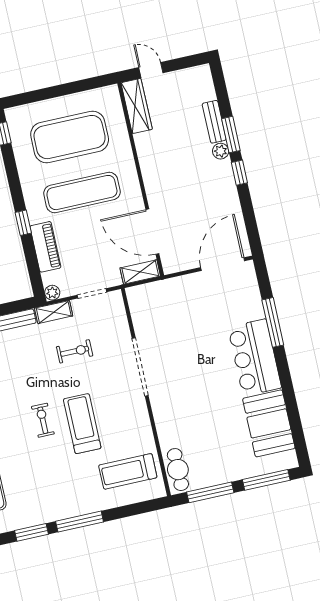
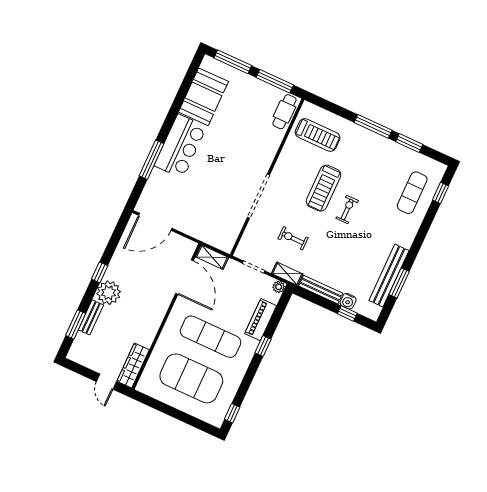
window: (231, 135) -> (76, 324), moved
plant: (221, 151) -> (109, 293), width x1.88, depth x1.88
exercise bike: (43, 420) -> (347, 209), turned 180

